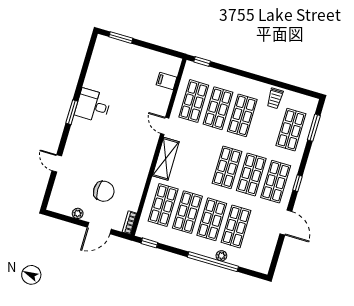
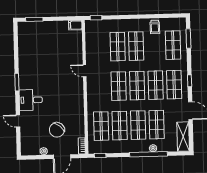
filing cabinet: (167, 81) -> (75, 25), moved
shop shelf: (194, 101) -> (119, 86), moved
desk: (93, 106) -> (31, 100), moved
shelving: (166, 159) -> (183, 137), moved
chair: (104, 191) -> (57, 130), turned 129

